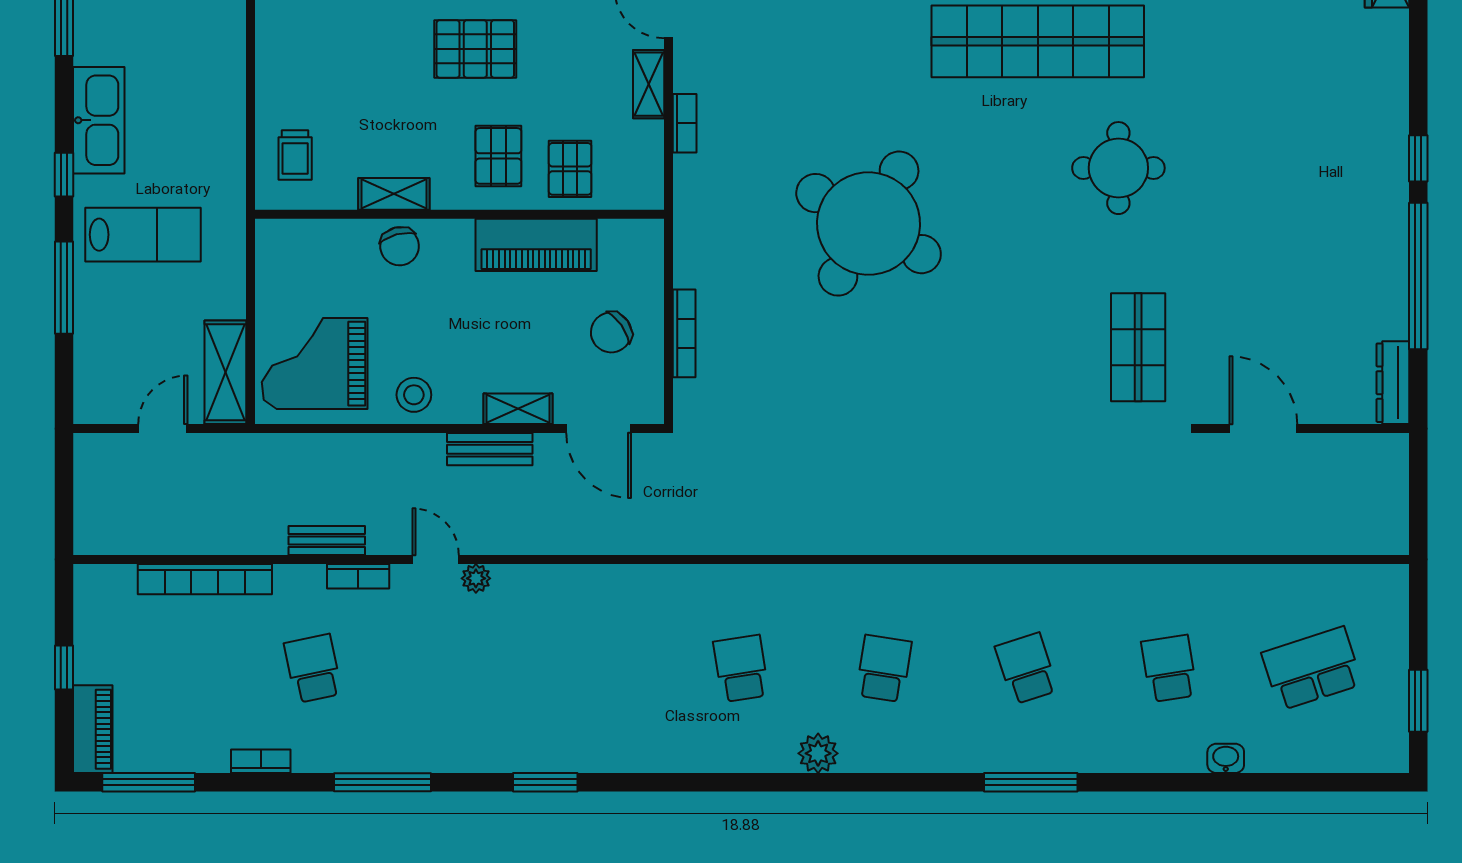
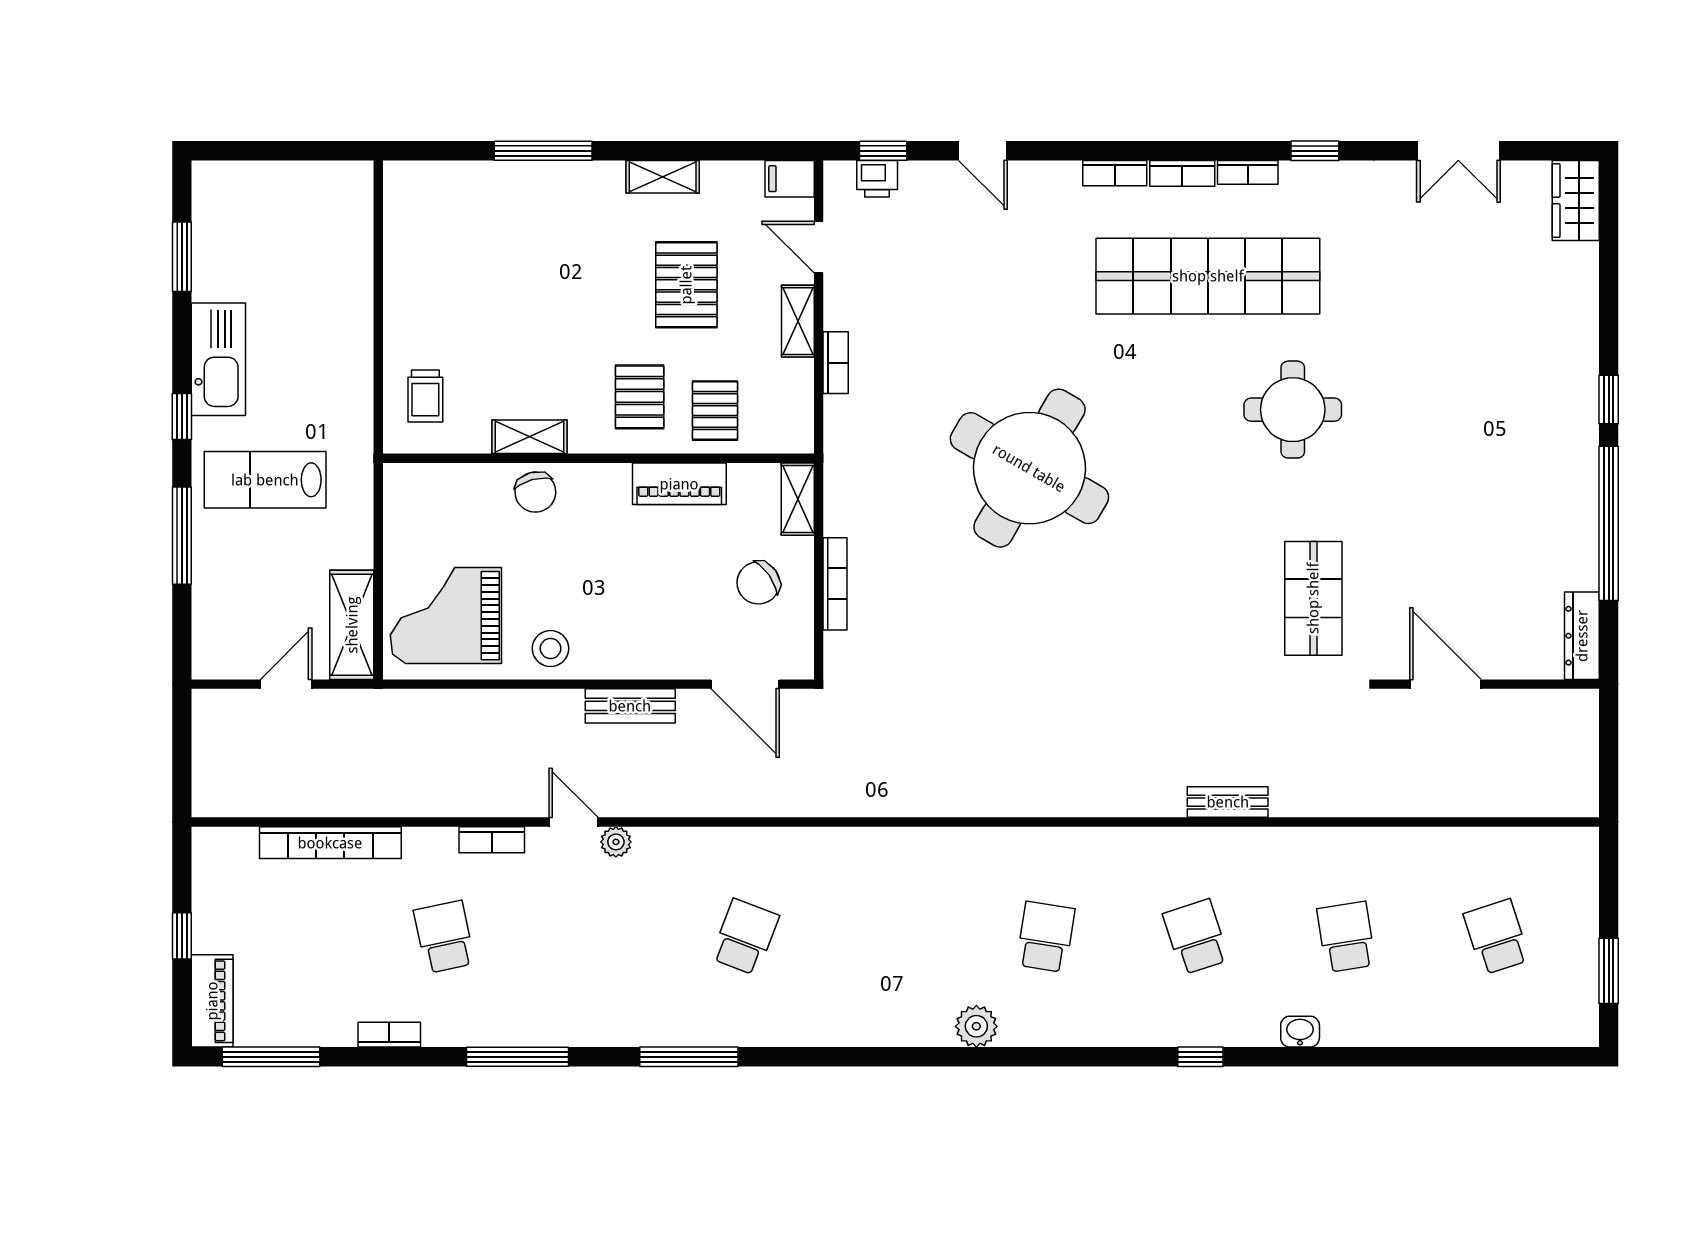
pallet: (475, 49) -> (686, 285), moved, turned 90
lab bench: (143, 235) -> (265, 480), turned 180
piano: (536, 245) -> (679, 484), width x0.73, depth x0.75
shelving: (518, 409) -> (798, 499), moved, turned 90
bench: (327, 541) -> (1228, 802), moved
school desk: (741, 668) -> (745, 937), moved, turned 30
school desk: (1312, 668) -> (1497, 937), width x0.54
washbasin: (1226, 758) -> (1300, 1032), moved
window: (545, 782) -> (689, 1057), width x1.44
window: (1031, 782) -> (1200, 1057), width x0.46

